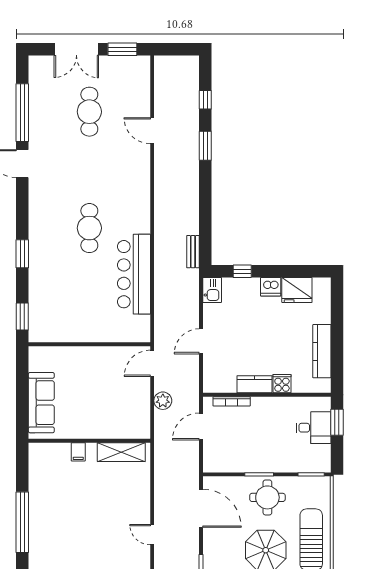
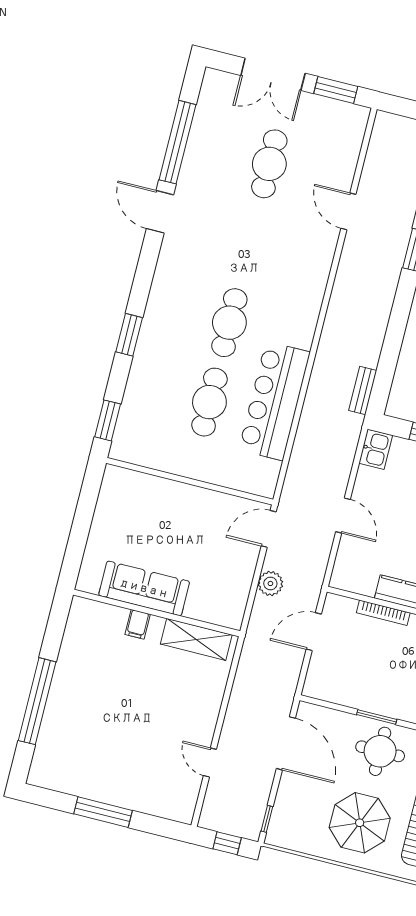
cafe table: (89, 286) -> (209, 402), added
door: (201, 341) -> (343, 516), swing flipped
bookcase: (232, 401) -> (383, 613), moved
sofa: (41, 403) -> (144, 588), moved, turned -90

